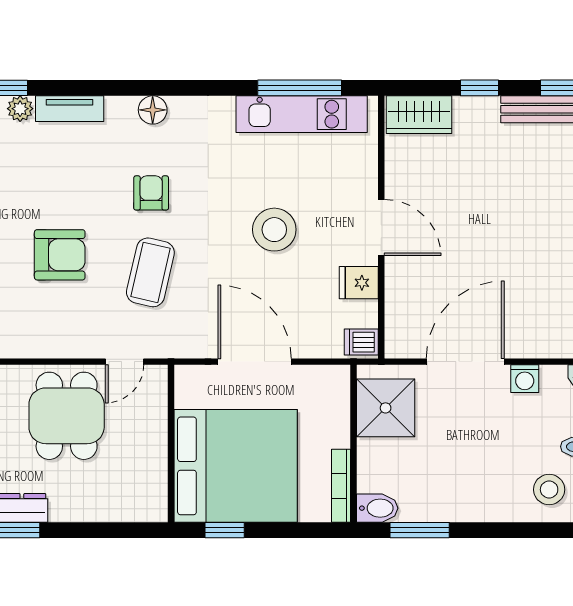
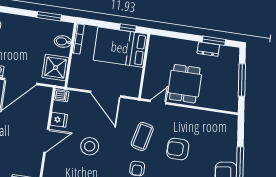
door: (381, 228) -> (46, 141), swing flipped
bed: (236, 466) -> (120, 47), width x0.73
bidet: (377, 508) -> (63, 41), moved

